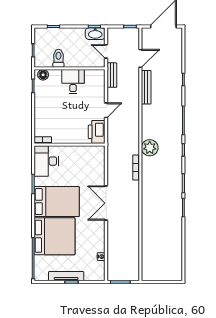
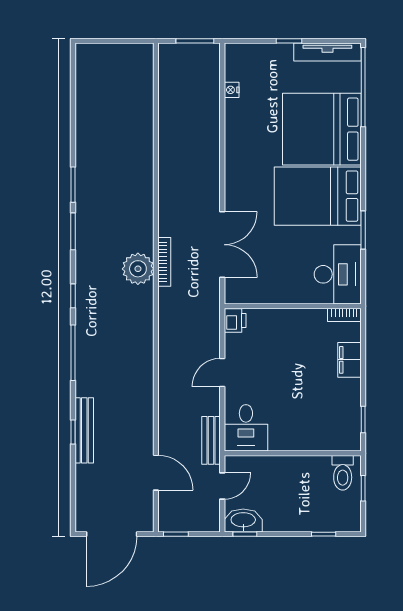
door: (106, 51) -> (222, 486), hinge flipped
toilet: (58, 58) -> (343, 473), moved
door: (140, 58) -> (156, 473), swing flipped
floor lamp: (43, 75) -> (344, 441), removed
desk: (73, 82) -> (246, 428), moved
bench: (146, 87) -> (84, 430), moved
filing cabinet: (40, 117) -> (349, 360), added
printer: (97, 132) -> (235, 320), width x0.53, depth x0.68
plant: (150, 148) -> (138, 269), moved
double door: (106, 203) -> (222, 245), moved
tv unit: (66, 276) -> (327, 52), moved

